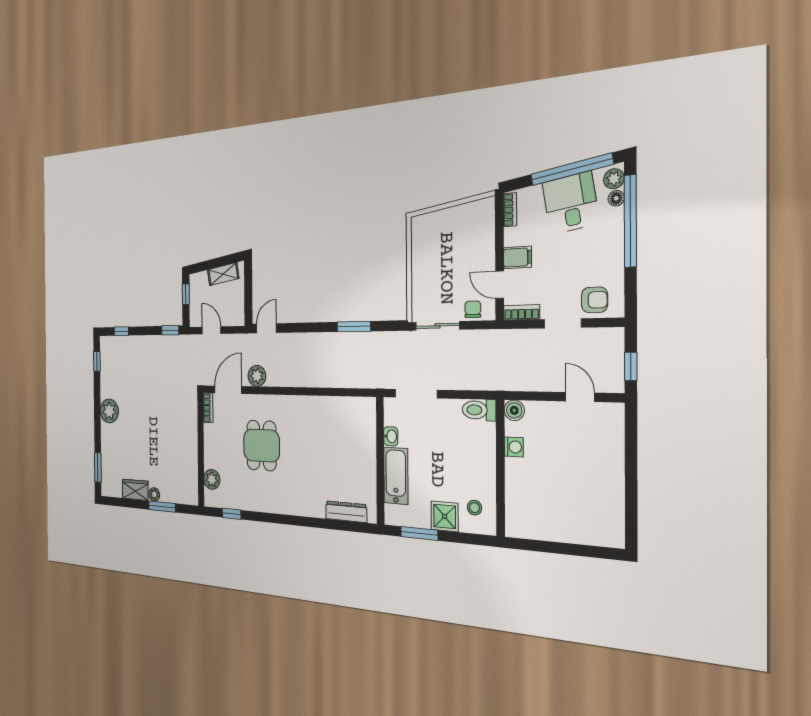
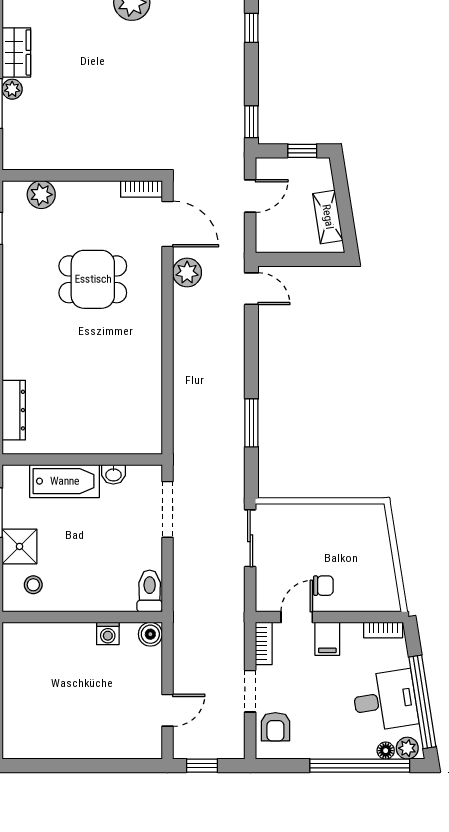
chair: (473, 309) -> (323, 586), moved

